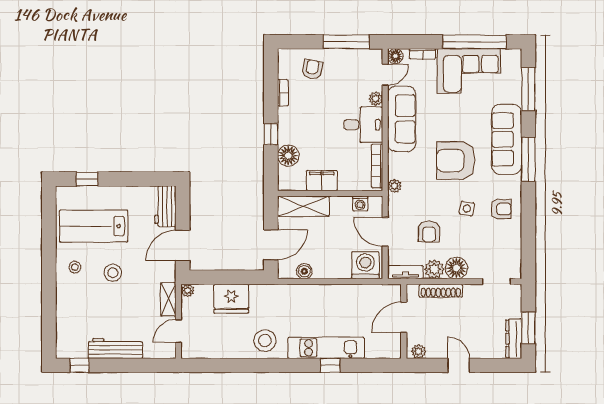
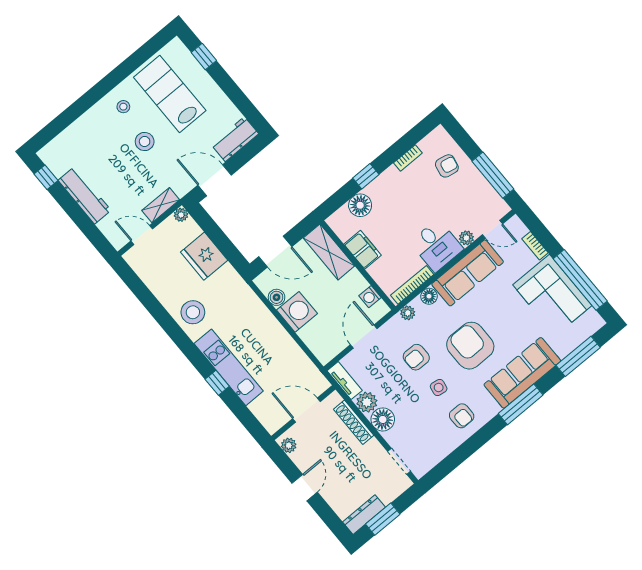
floor lamp: (395, 56) -> (429, 296), moved
armchair: (429, 231) -> (416, 357), moved
washing machine: (365, 265) -> (297, 312), moved

